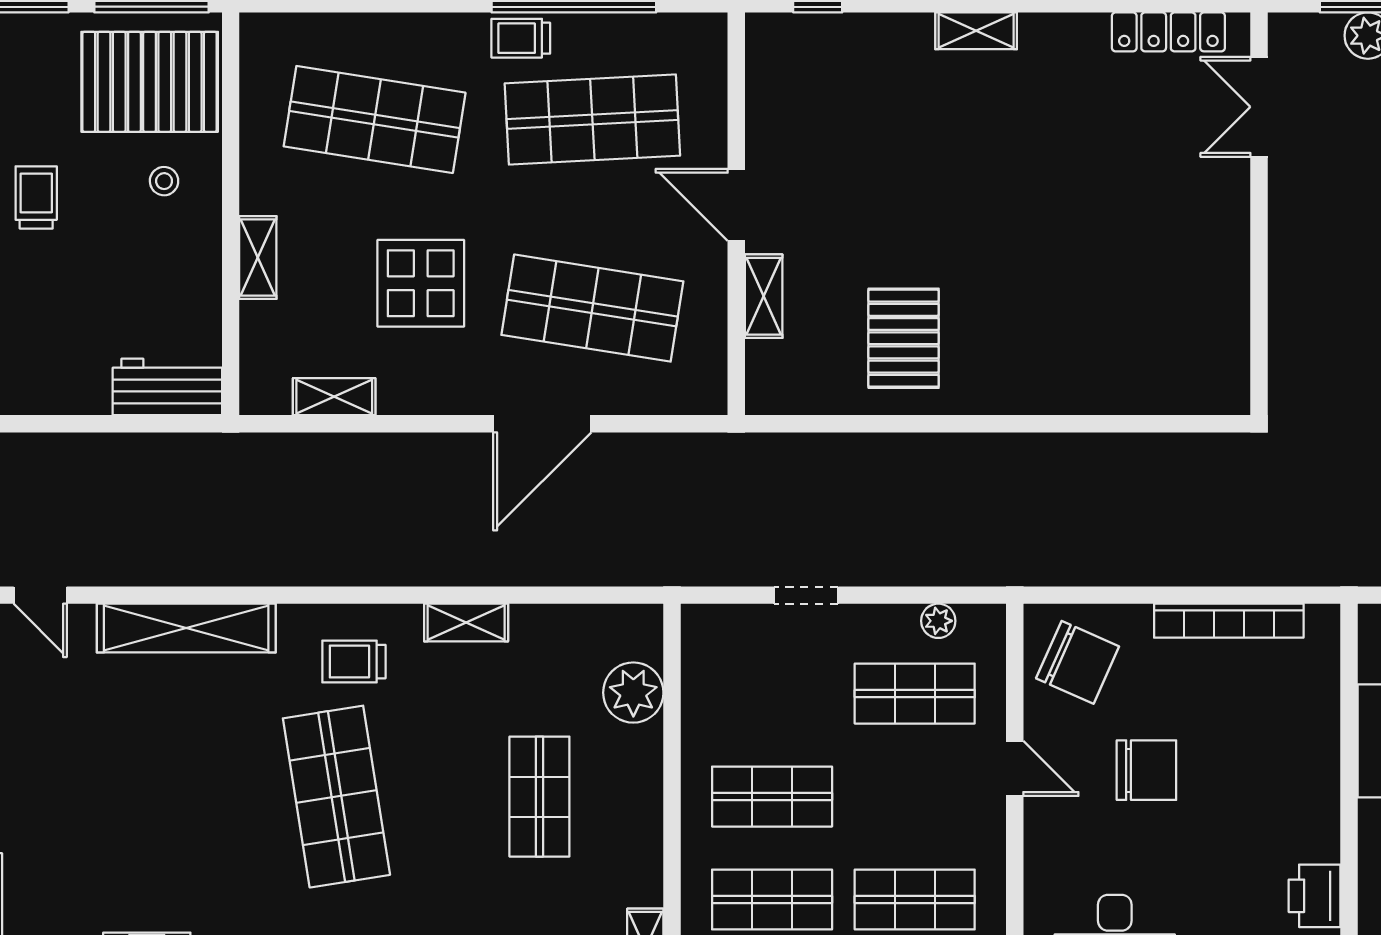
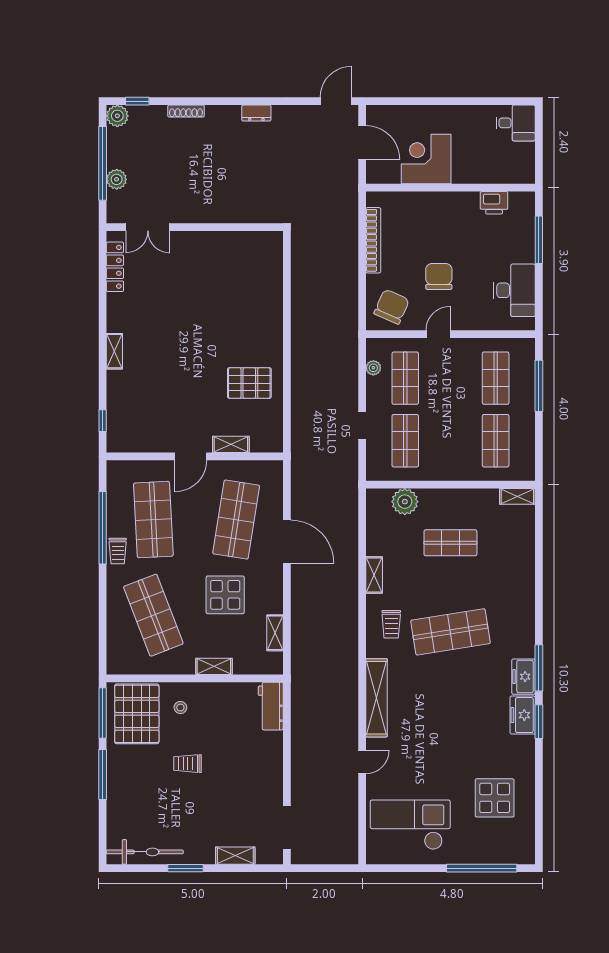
shop shelf: (375, 120) -> (153, 615), turned -30
shop shelf: (772, 797) -> (405, 441), moved

